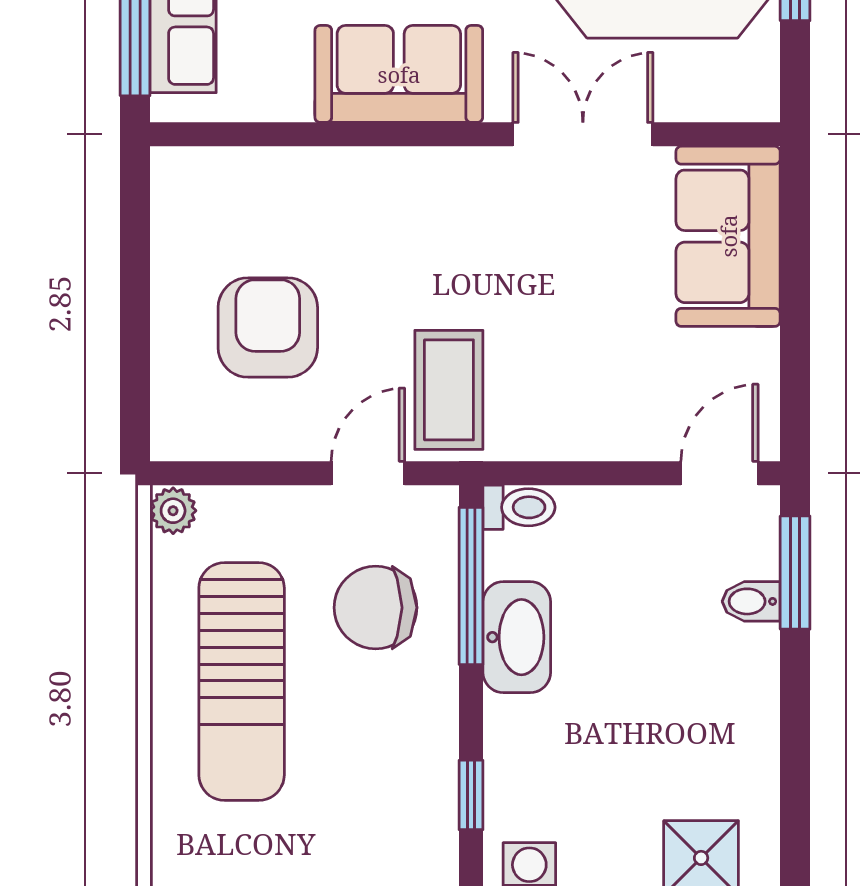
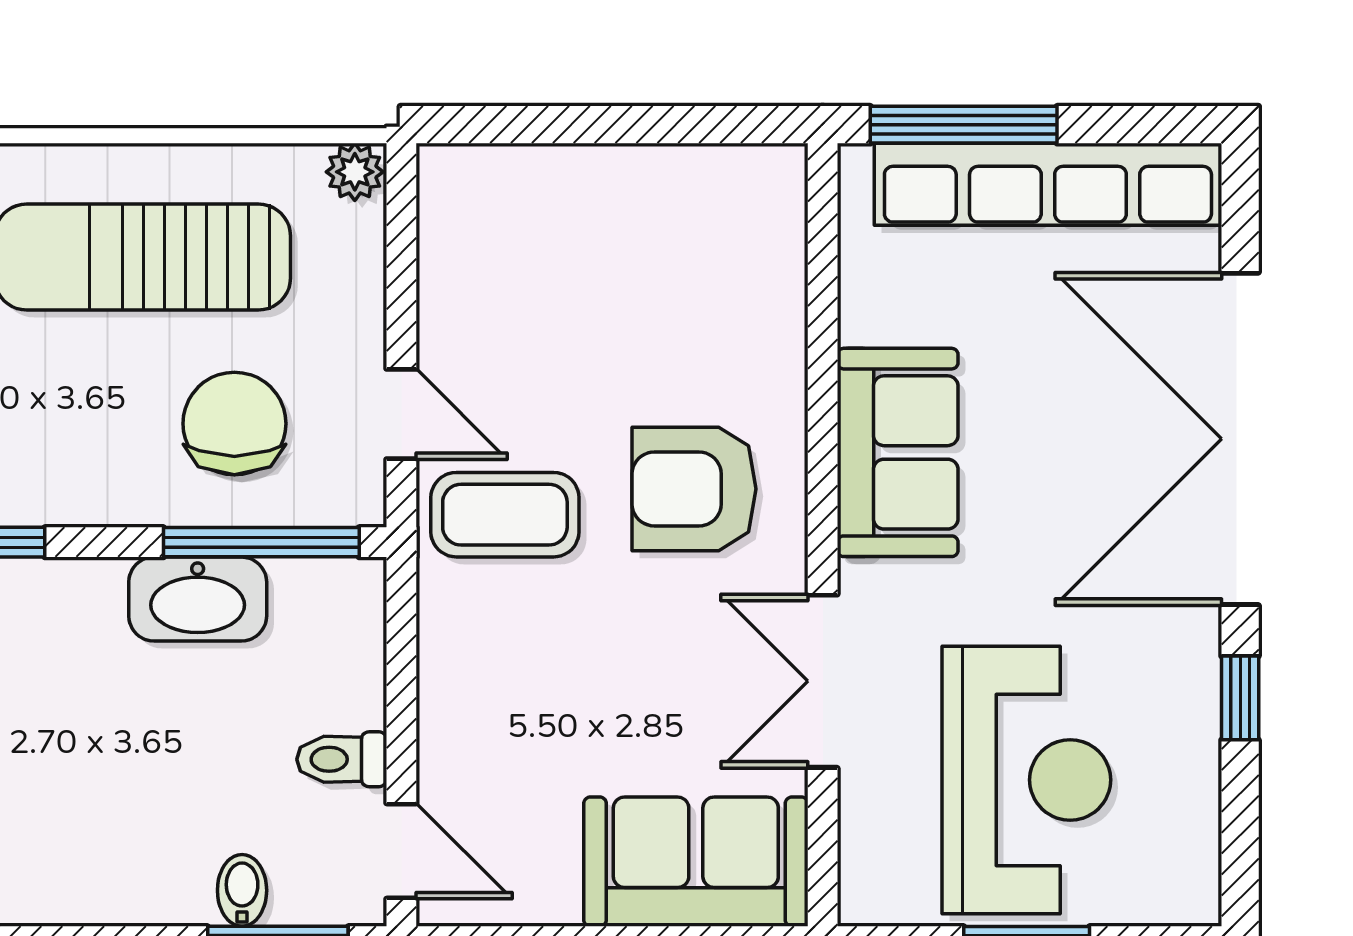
double door: (583, 134) -> (823, 681), swing flipped
armchair: (268, 327) -> (694, 489), moved, turned 180
toilet: (519, 507) -> (342, 759), moved, turned 90

